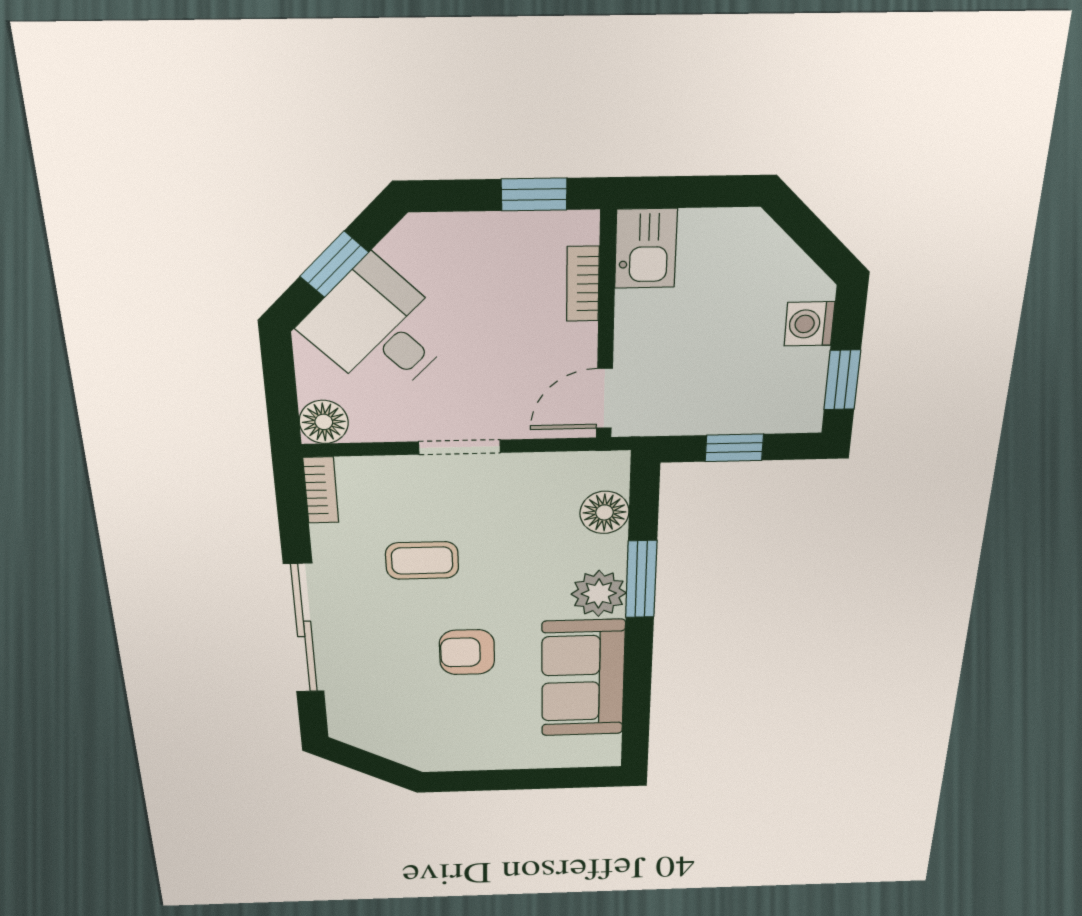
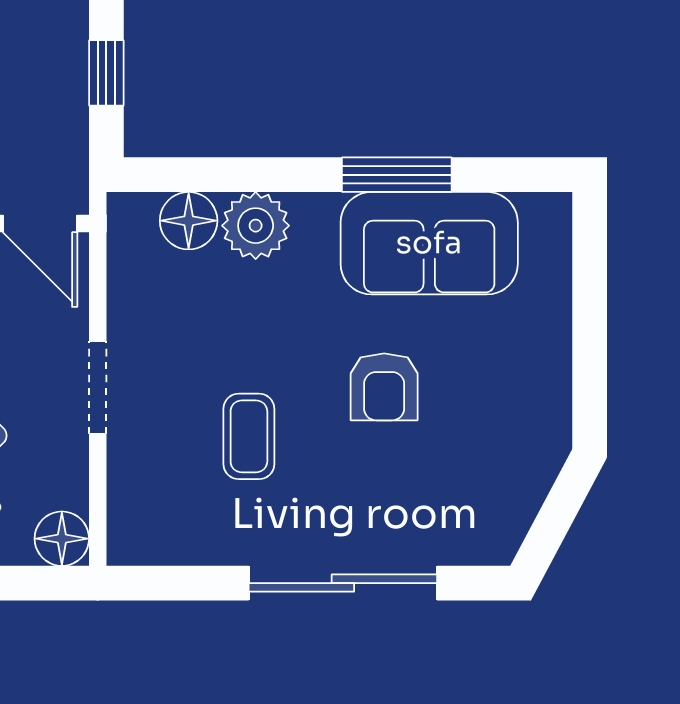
bookcase: (321, 490) -> (150, 548), removed
window: (641, 579) -> (397, 175), moved
plant: (599, 593) -> (256, 226), moved

